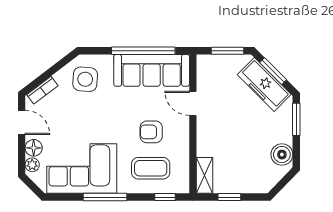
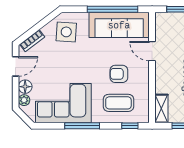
door: (22, 122) -> (16, 66), hinge flipped

